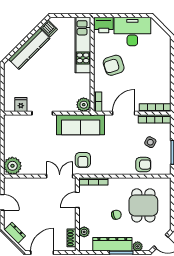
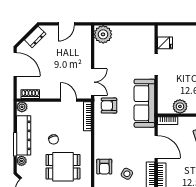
plant: (84, 105) -> (180, 106), moved
plant: (84, 232) -> (22, 107), moved

